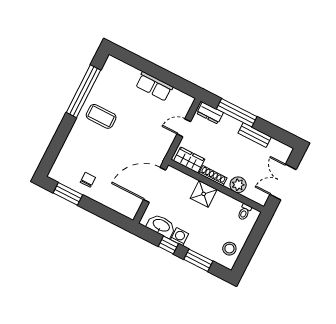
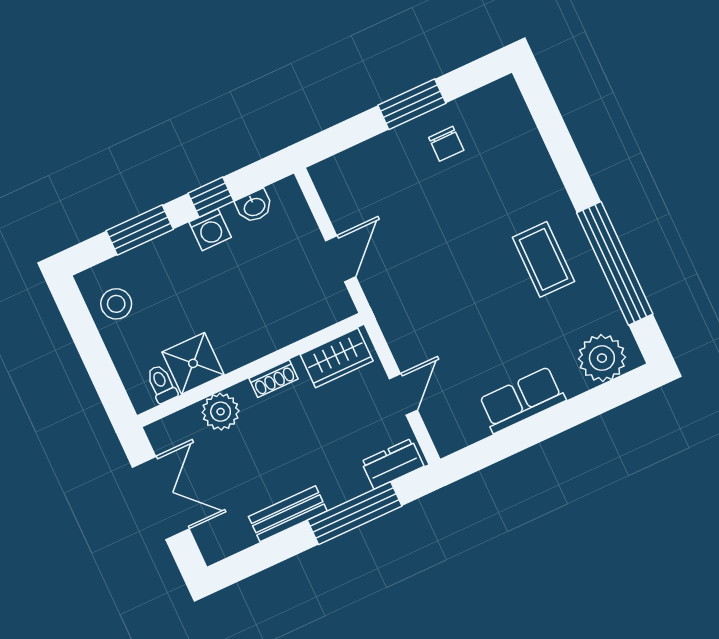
plant: (119, 70) -> (602, 358), added
coffee table: (101, 116) -> (543, 259), turned 90
shoe rack: (213, 176) -> (274, 379), width x0.70
door: (155, 185) -> (341, 259), width x0.53
window: (68, 194) -> (412, 104), moved
shower: (204, 194) -> (193, 363), moved
washbasin: (161, 226) -> (254, 206), width x0.52, depth x0.69

